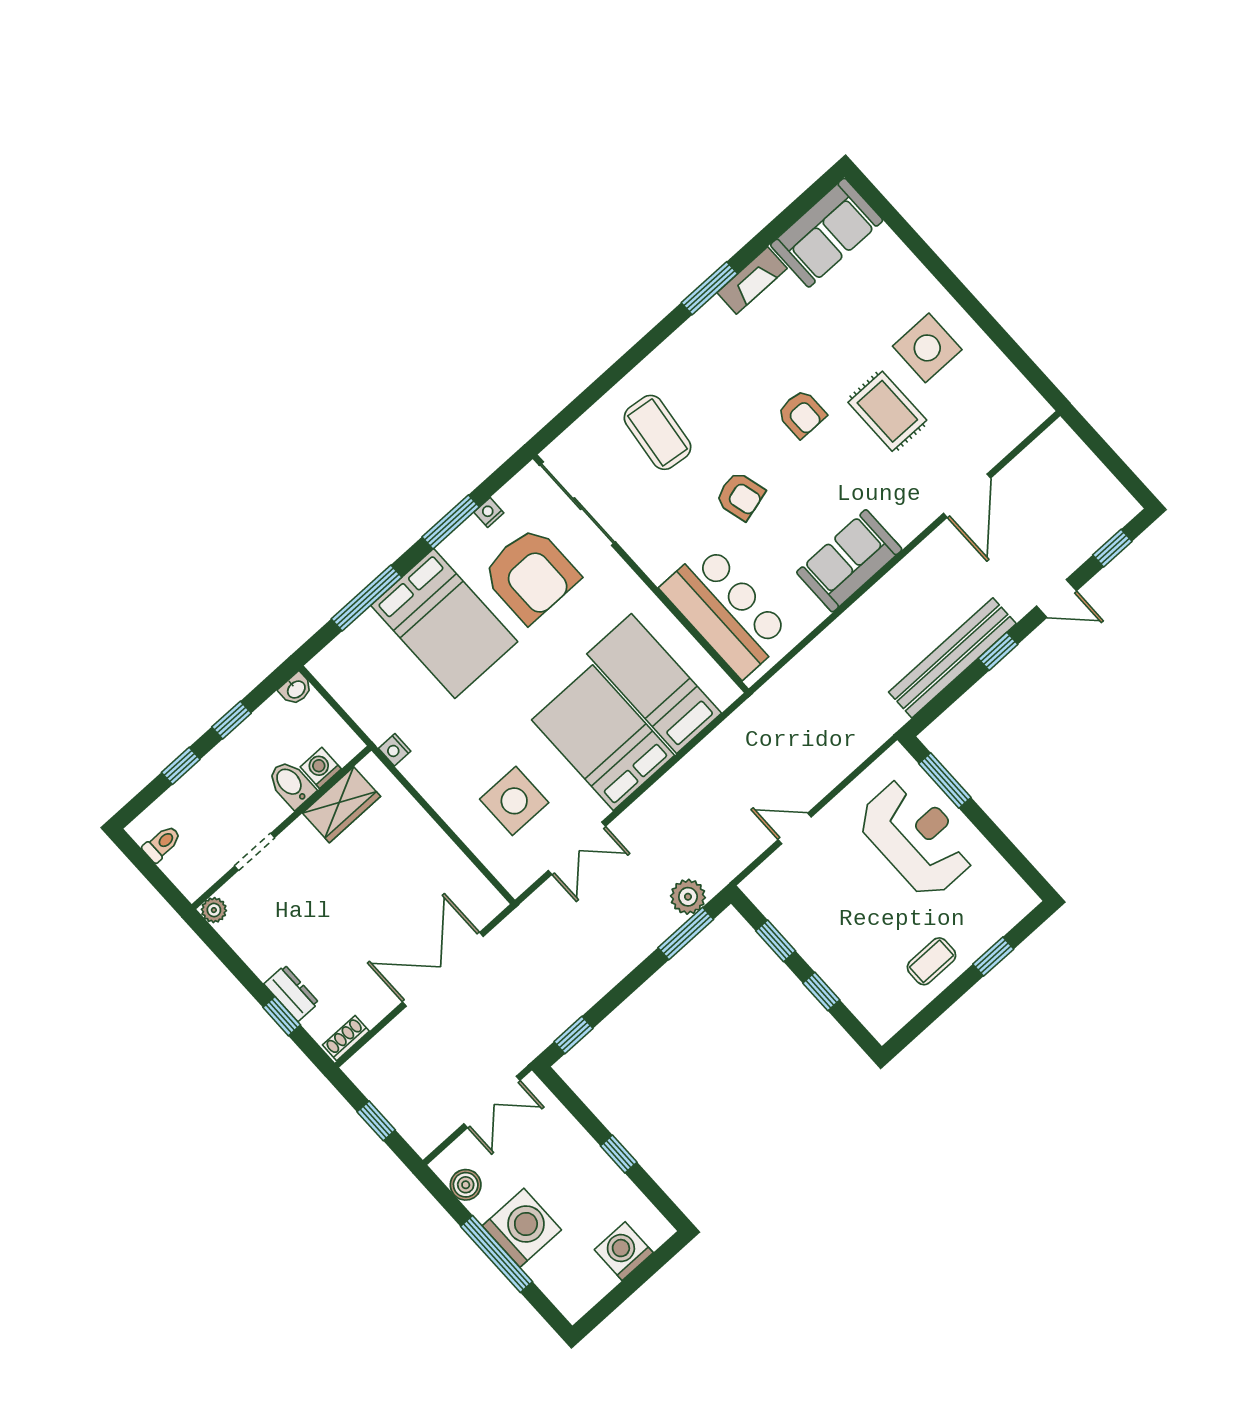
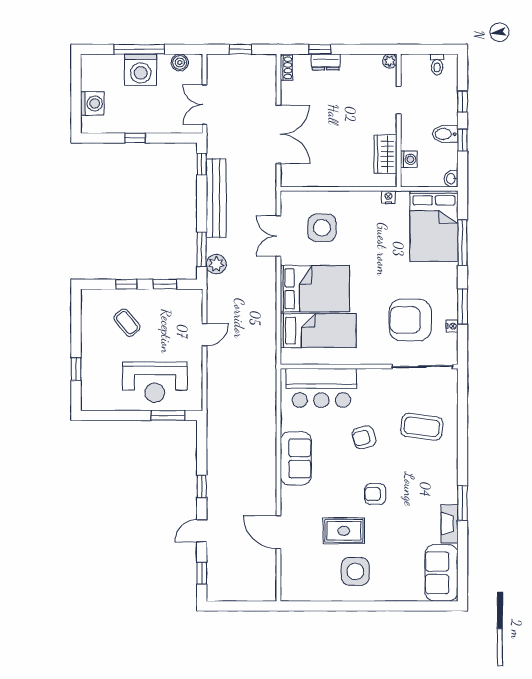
bed: (444, 624) -> (434, 226), moved, turned -90
bench: (952, 658) -> (216, 198), moved
bidet: (291, 784) -> (445, 134), moved, turned 180
coffee table: (932, 961) -> (127, 323), moved, turned -39

